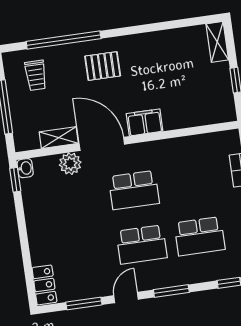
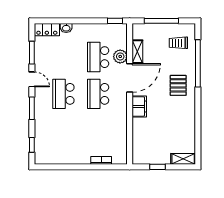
washbasin: (25, 168) -> (66, 28), moved
school desk: (200, 236) -> (98, 57), moved

